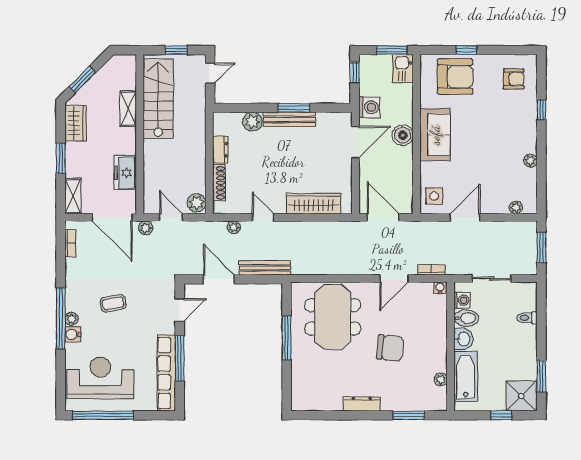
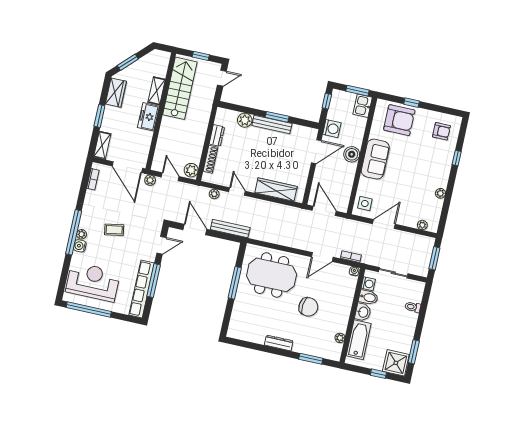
freezer: (125, 173) -> (148, 117), moved
meeting table: (333, 317) -> (272, 275), turned 90

